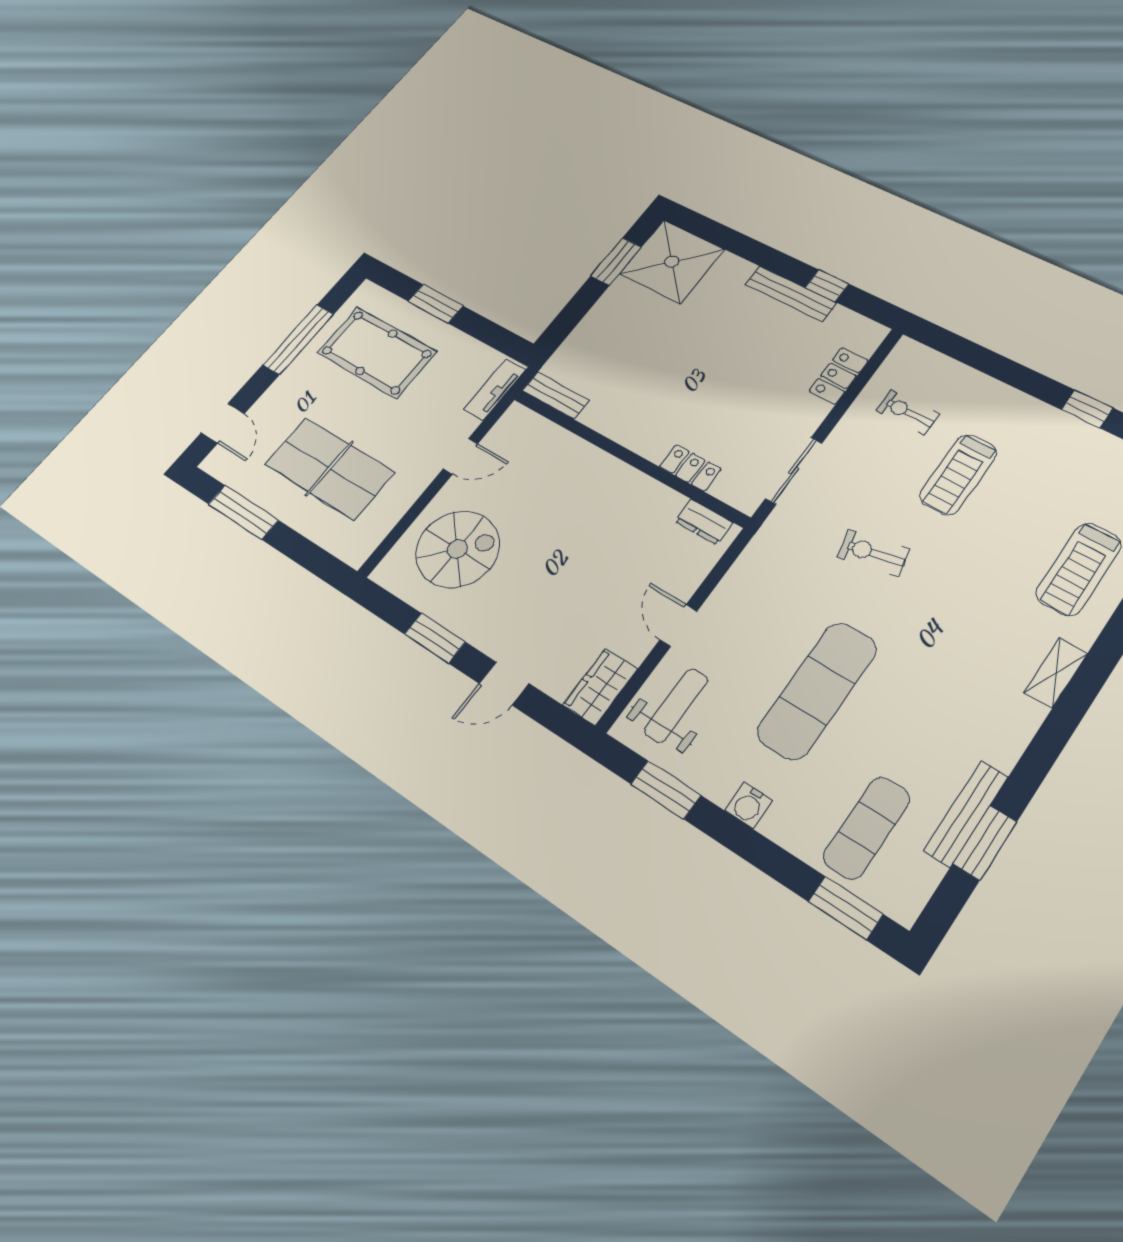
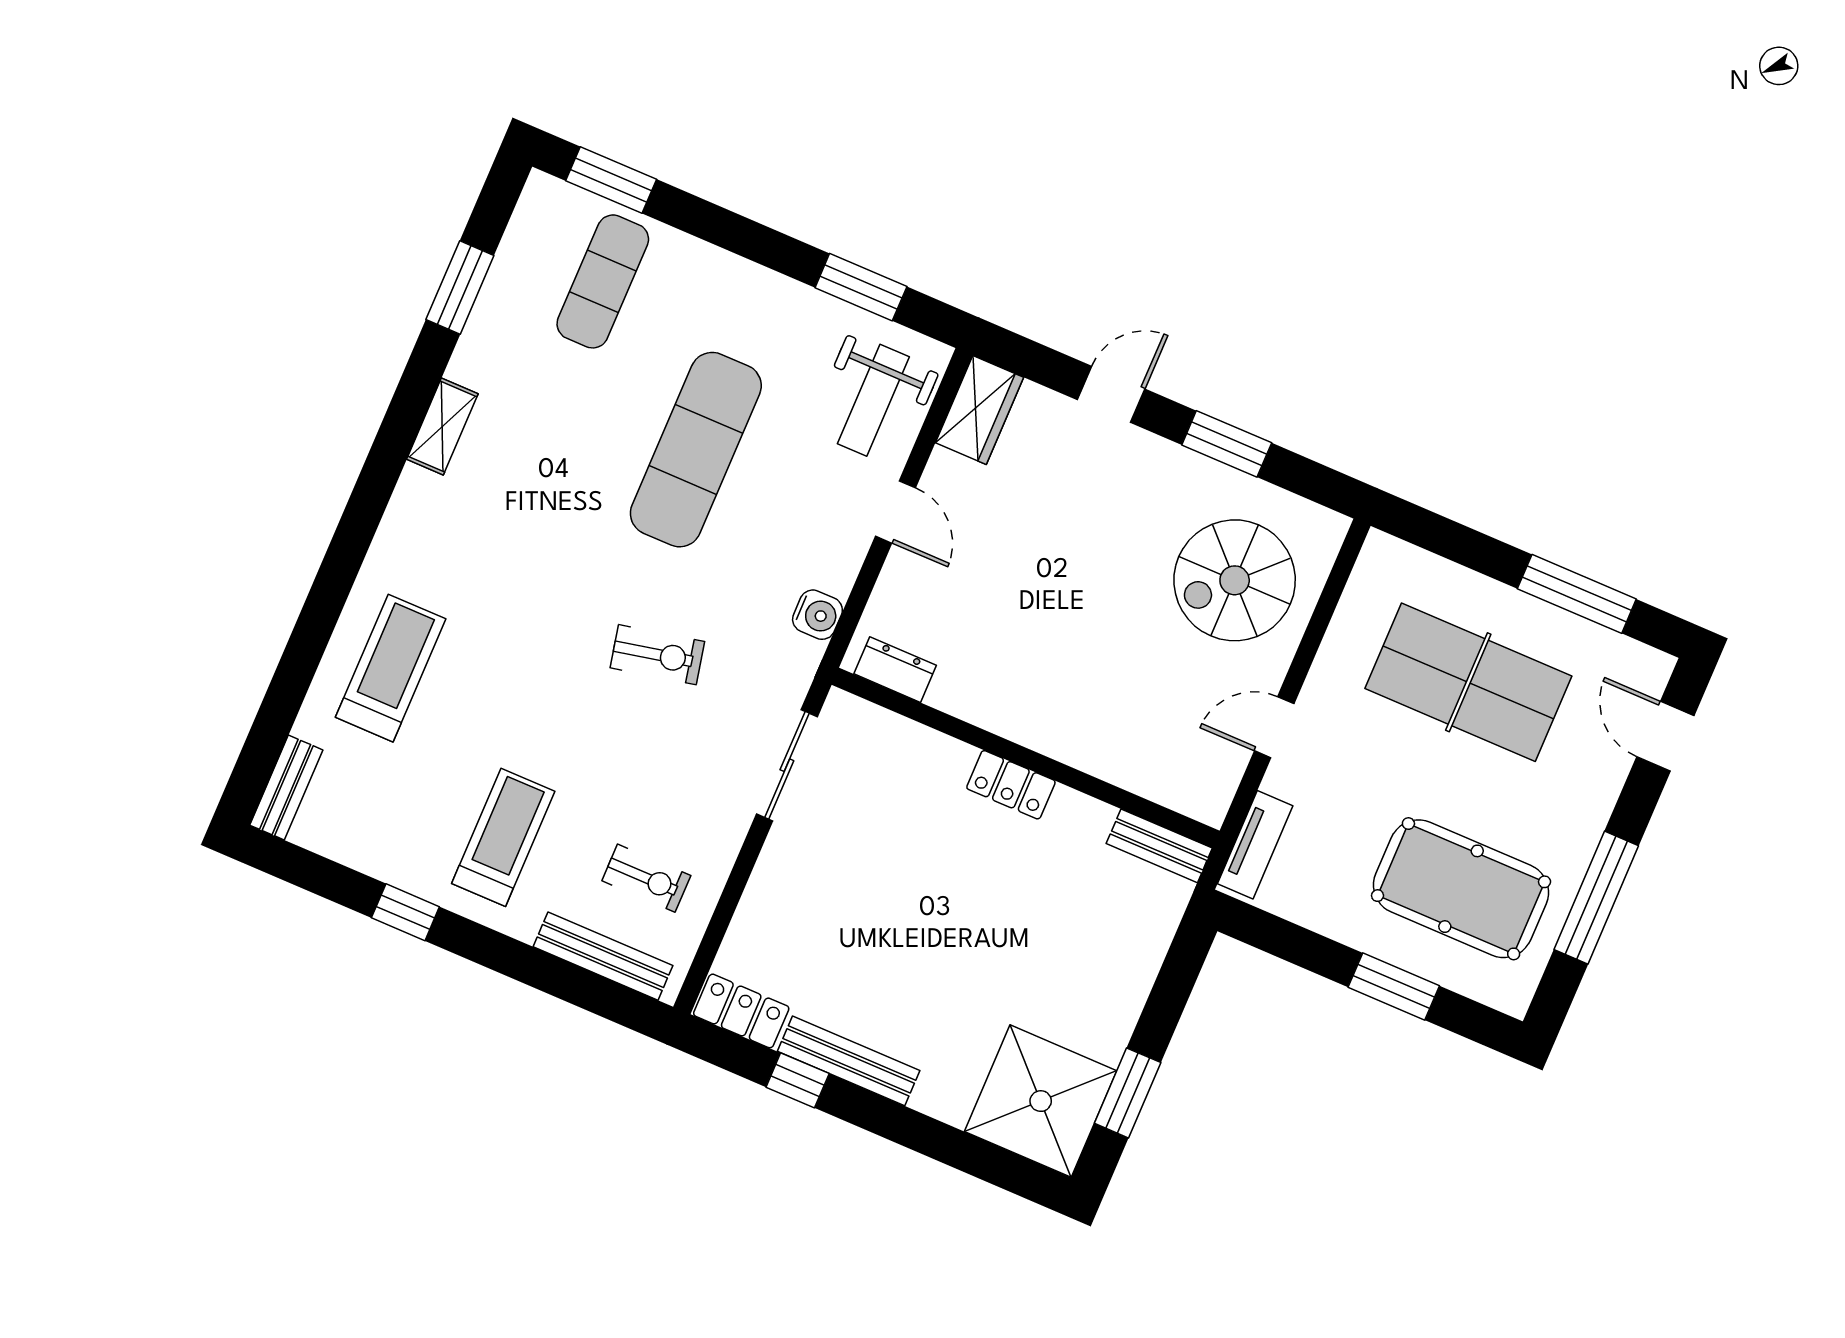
locker: (838, 376) -> (741, 1011), moved, turned -90
locker: (690, 468) -> (1011, 785), moved
treadmill: (958, 474) -> (503, 837), moved
shelving: (1056, 673) -> (442, 427), moved
water cooler: (748, 805) -> (817, 615), moved, turned 90
bench: (966, 814) -> (603, 956), moved, turned 90

